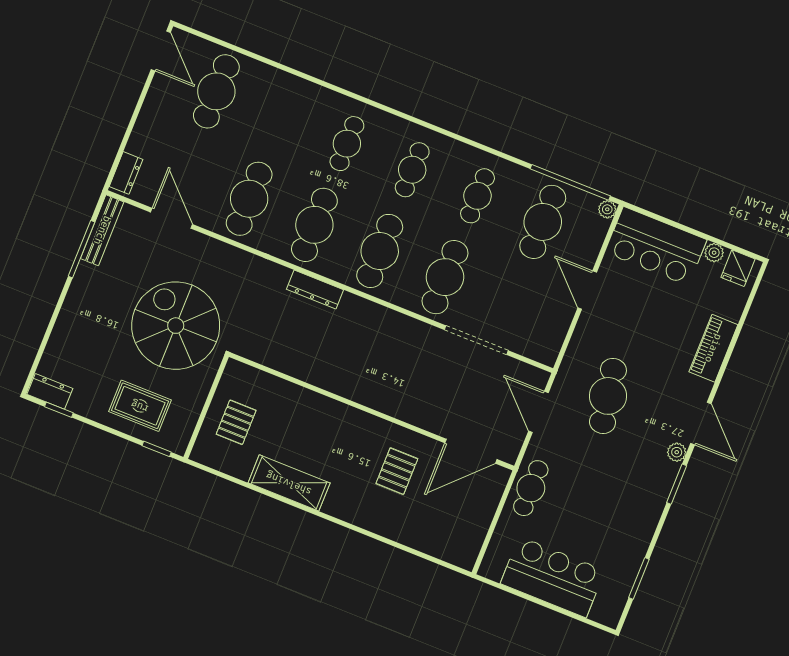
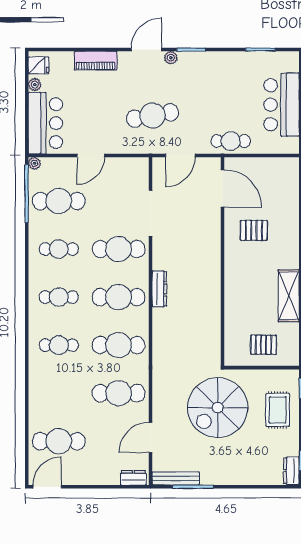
dresser: (315, 289) -> (159, 289), moved

